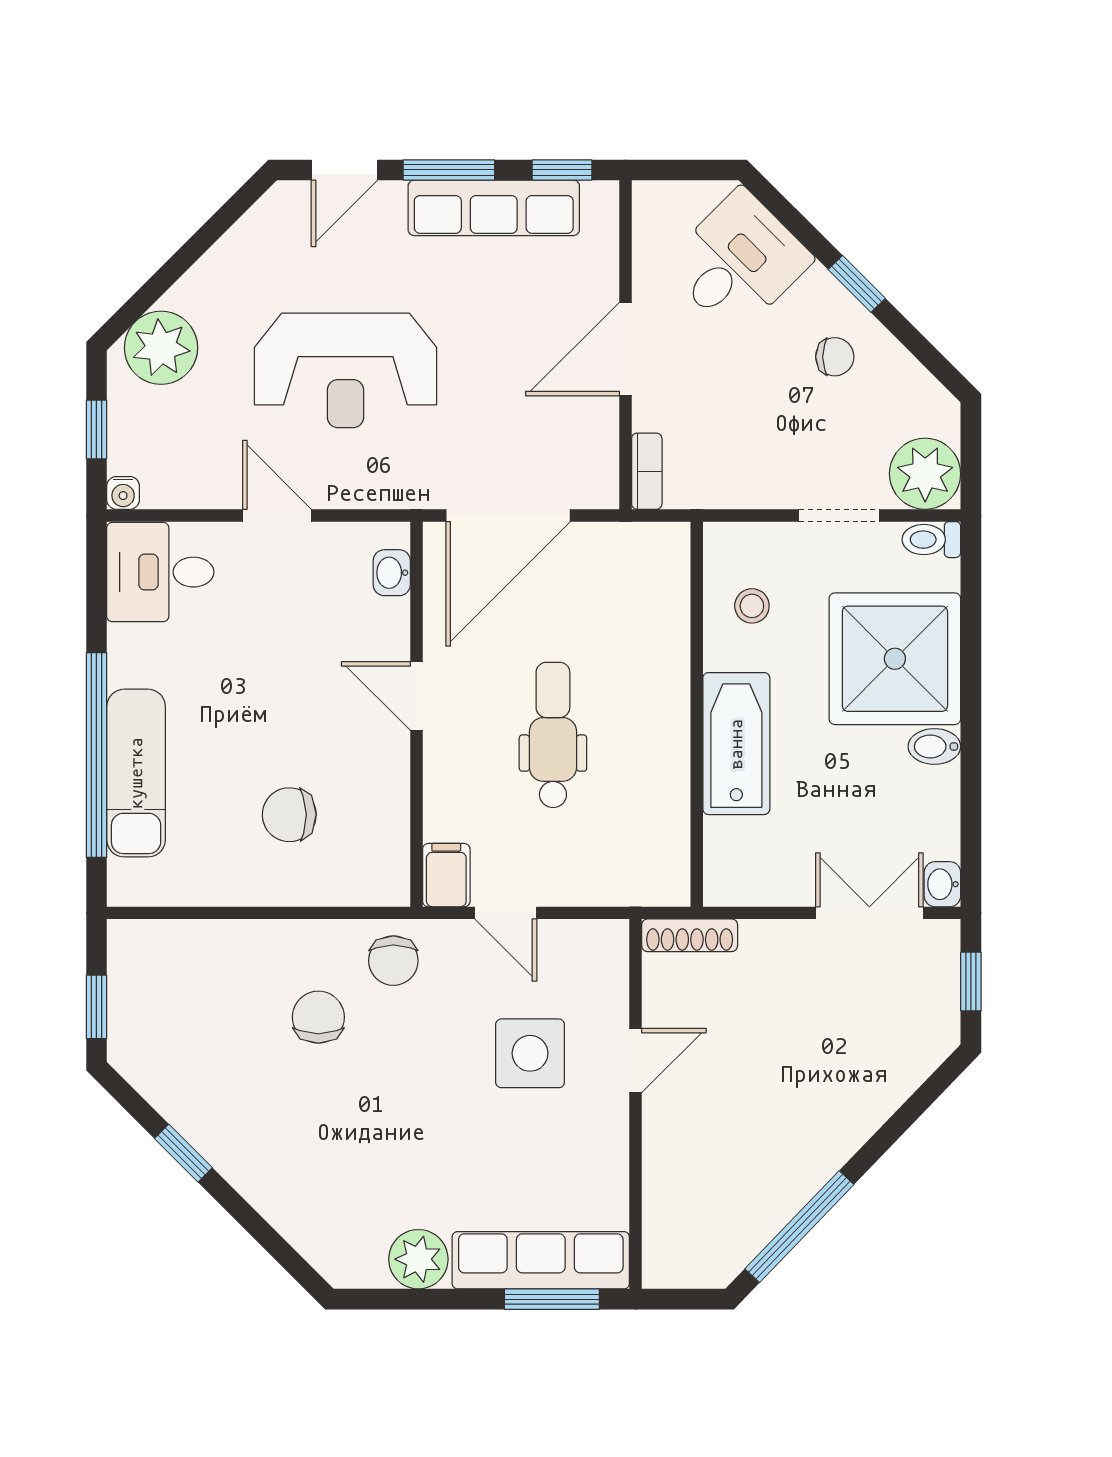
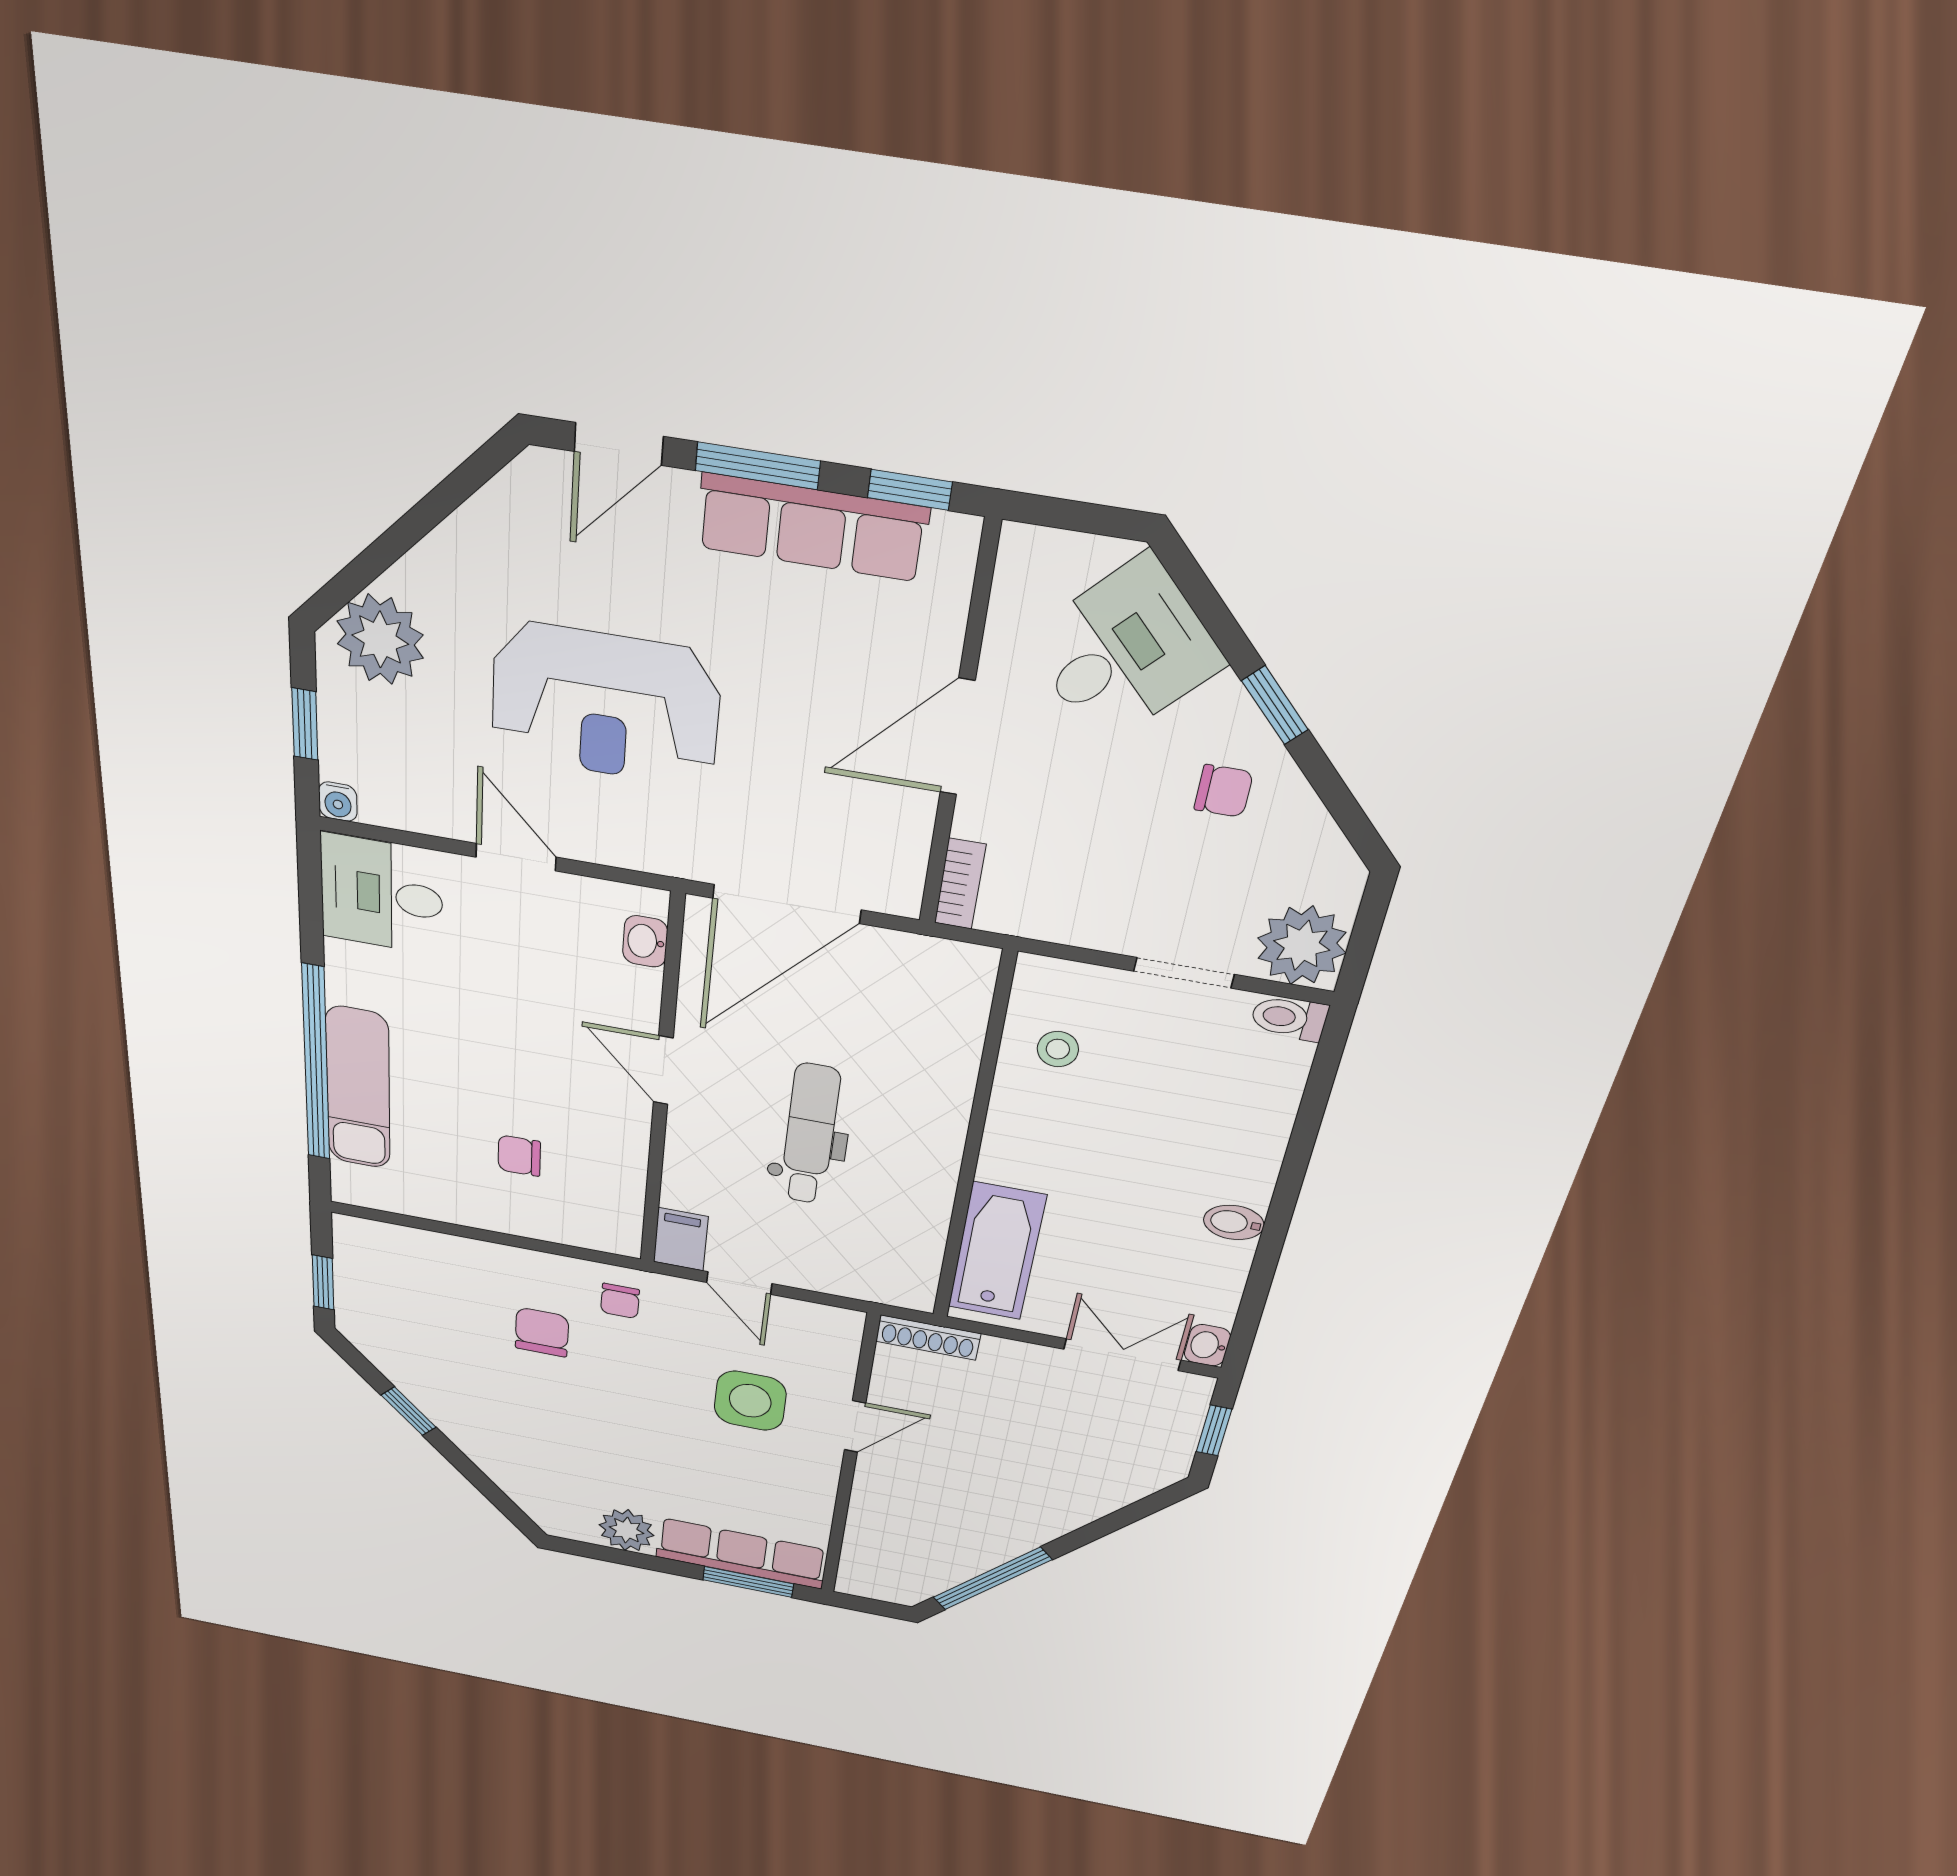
shower: (895, 659) -> (1212, 1131), removed
bathtub: (736, 744) -> (997, 1252), moved
chair: (289, 815) -> (519, 1156), width x0.73, depth x0.73
chair: (393, 961) -> (620, 1301), width x0.73, depth x0.73

